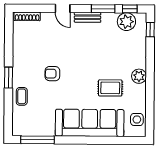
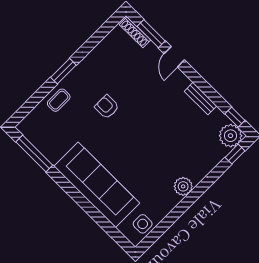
window: (103, 9) -> (151, 34), moved
bench: (88, 17) -> (200, 99), moved
plant: (126, 22) -> (231, 136), moved
rug: (110, 88) -> (147, 171), removed

